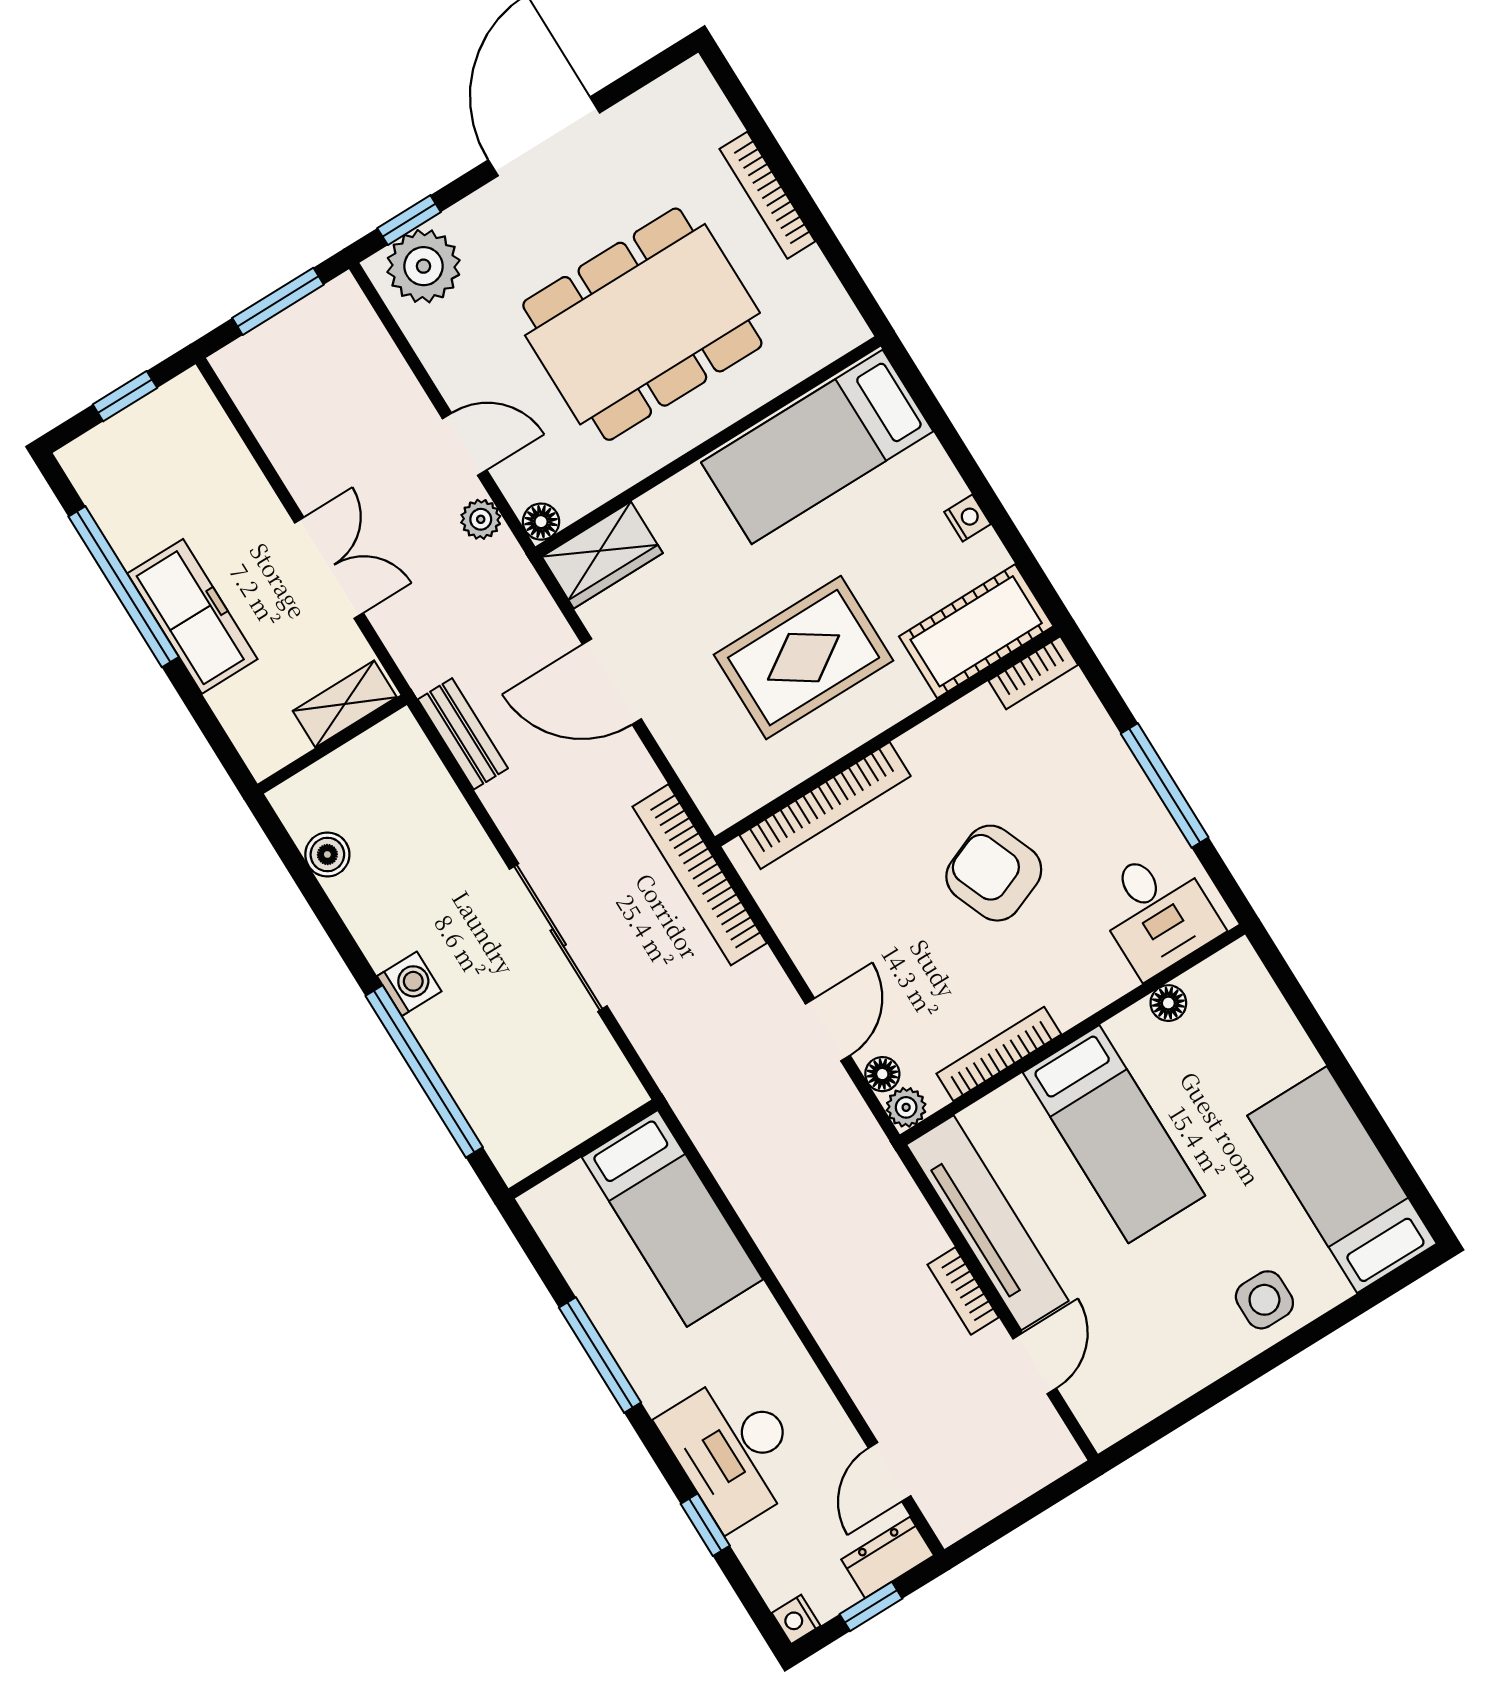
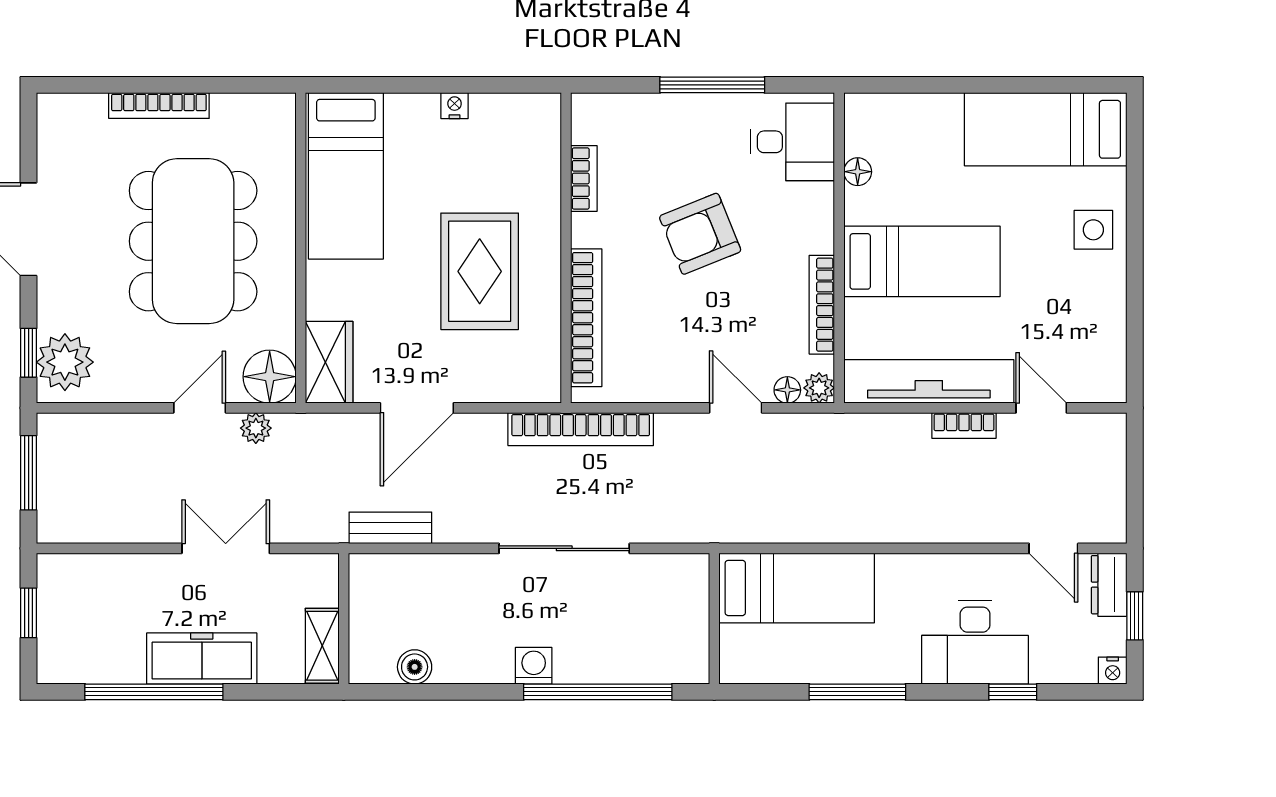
floor lamp: (541, 522) -> (270, 377), width x1.89, depth x1.89
cot: (976, 631) -> (533, 146), removed
bookcase: (1033, 673) -> (584, 178), moved
shelving: (345, 704) -> (322, 646), moved

